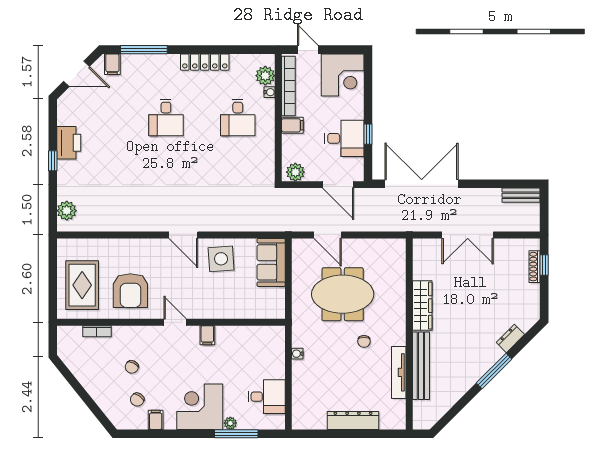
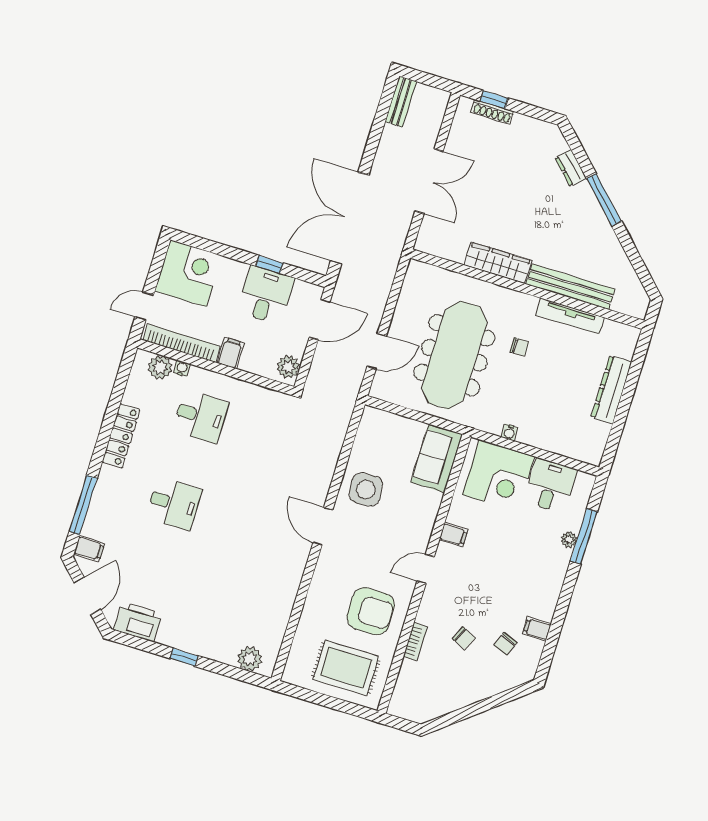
printer: (69, 143) -> (138, 622), moved
door: (183, 235) -> (323, 526), swing flipped
sofa: (271, 262) -> (437, 458), moved, turned 90
meeting table: (343, 294) -> (454, 355), width x1.36
bookcase: (97, 331) -> (415, 642), moved
chair: (137, 400) -> (505, 644), turned 77
corner desk: (200, 407) -> (498, 476), moved, turned -90

